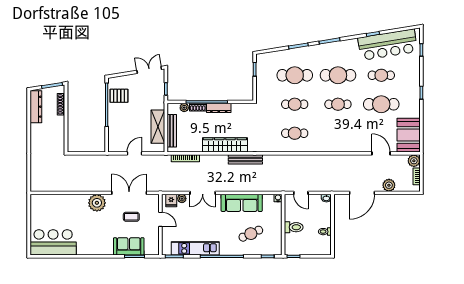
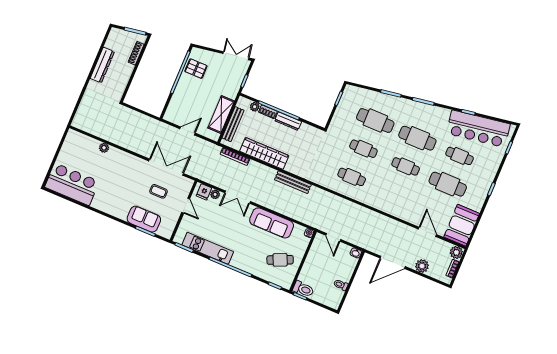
dresser: (36, 107) -> (102, 65), moved
wardrobe: (225, 145) -> (264, 153), moved
plant: (97, 203) -> (104, 148), moved, width x0.53, depth x0.53
toilet: (294, 227) -> (303, 289), moved
cafe table: (251, 234) -> (280, 260), moved

